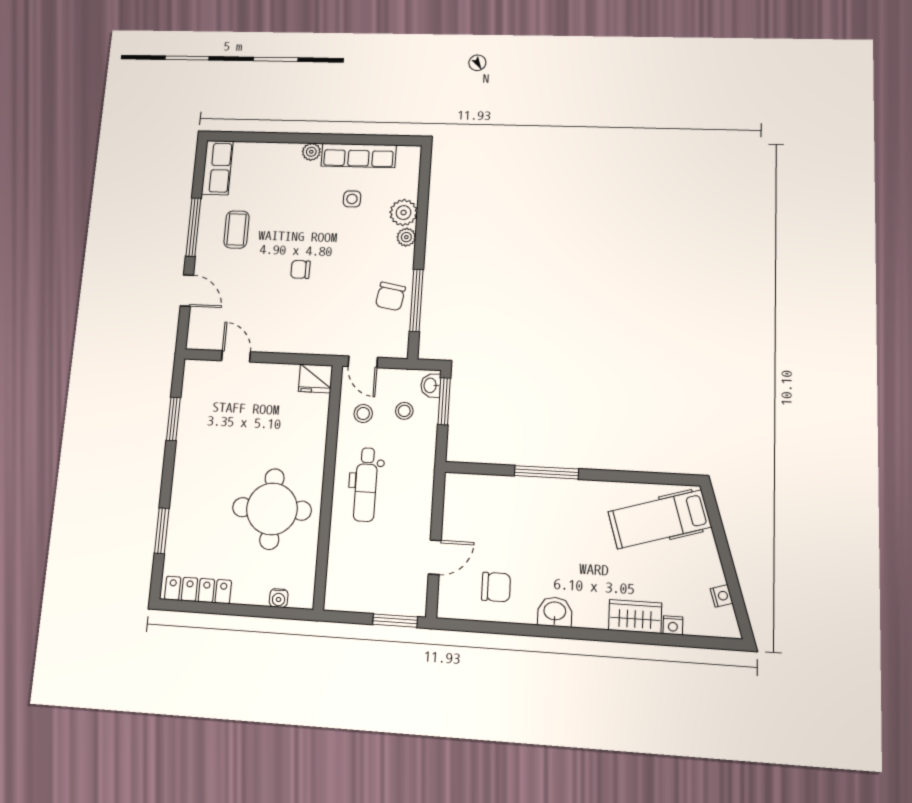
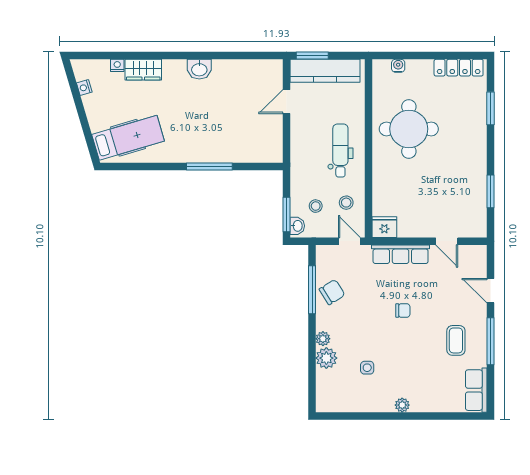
row of seats: (359, 155) -> (401, 254), moved, turned 180
chair: (390, 296) -> (332, 292), turned 48
chair: (496, 587) -> (242, 84), removed
kitchen counter: (379, 598) -> (325, 71), added

